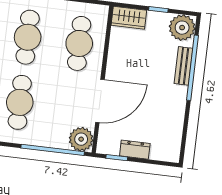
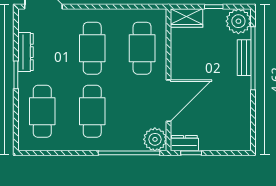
dresser: (135, 150) -> (184, 143), moved

